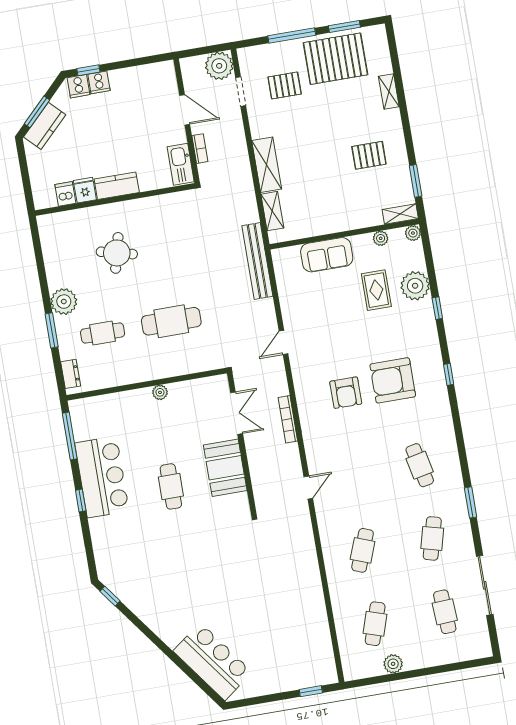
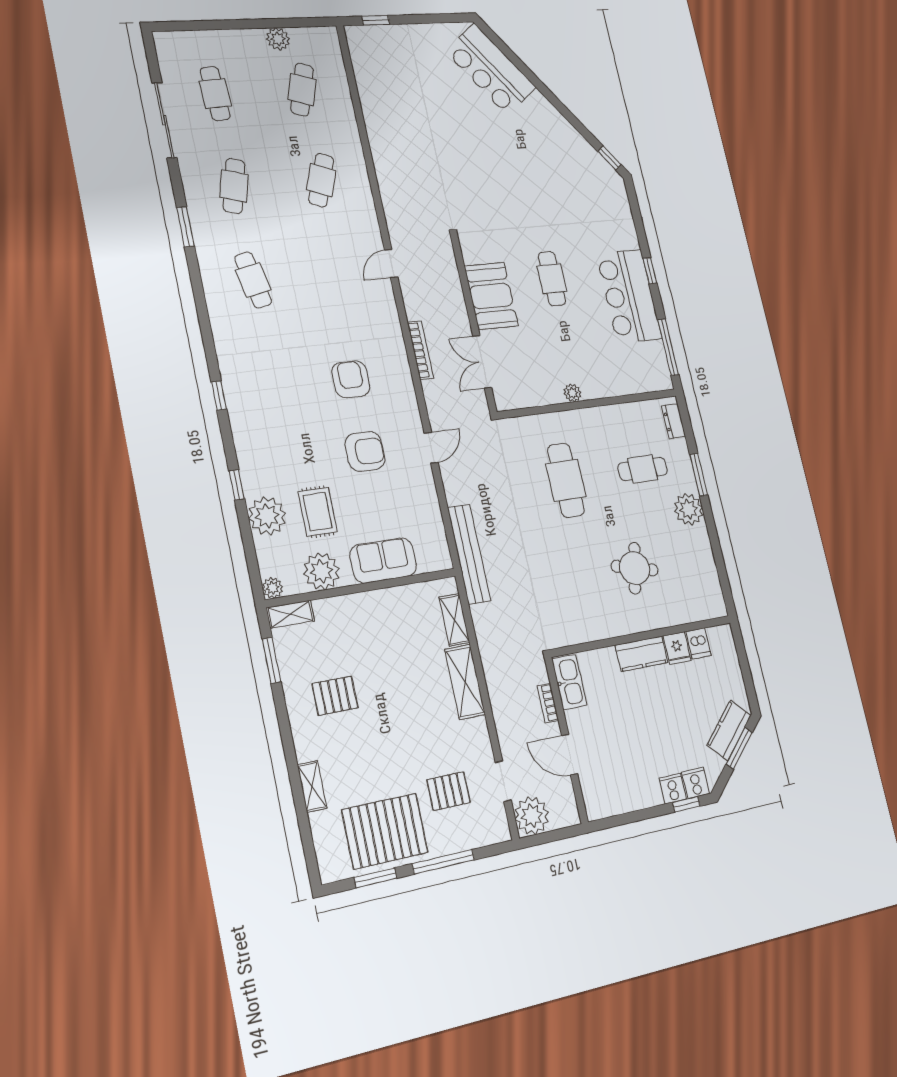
plant: (381, 238) -> (322, 571), width x1.87, depth x1.87
cafe table: (171, 321) -> (566, 480), turned 90
armchair: (393, 380) -> (365, 452), moved, width x0.73, depth x0.73

